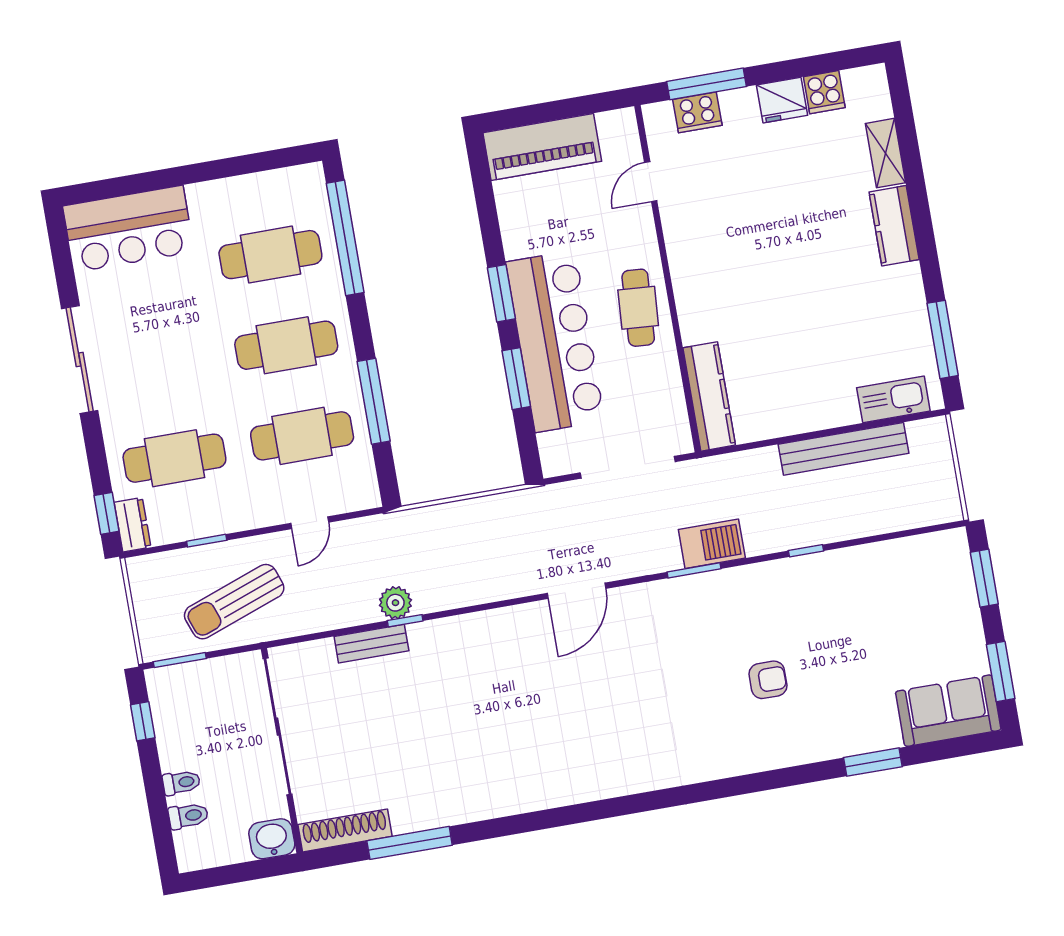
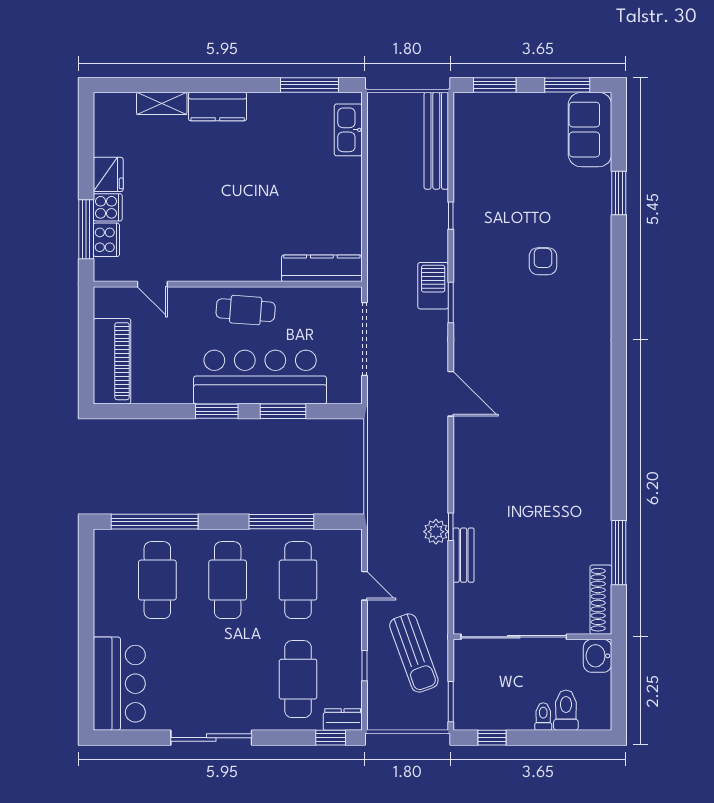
cooker: (824, 92) -> (108, 207), moved
bench: (844, 449) -> (436, 141), moved
toilet: (188, 816) -> (566, 710), width x1.37, depth x1.39

